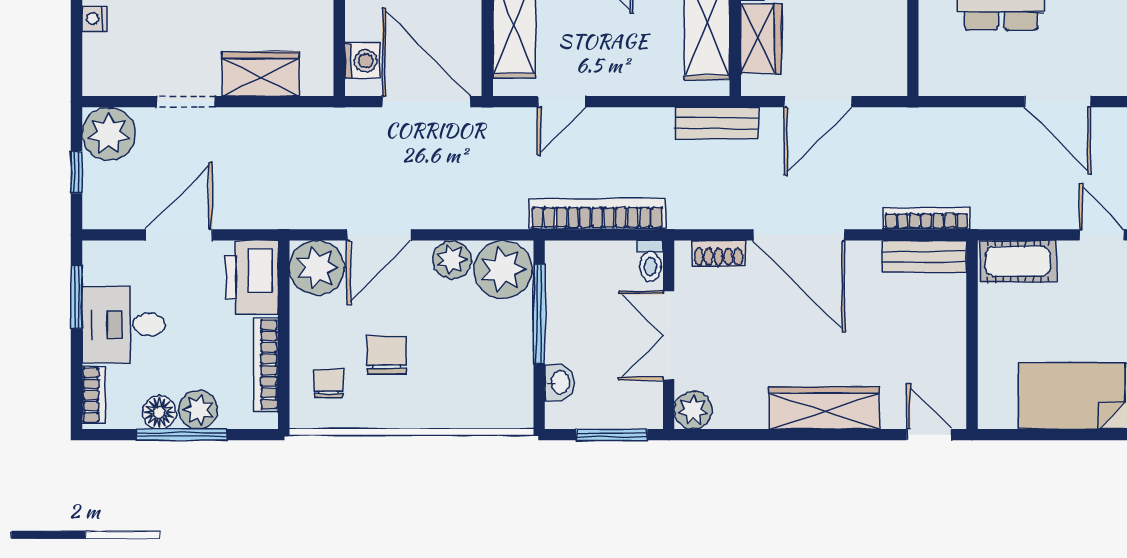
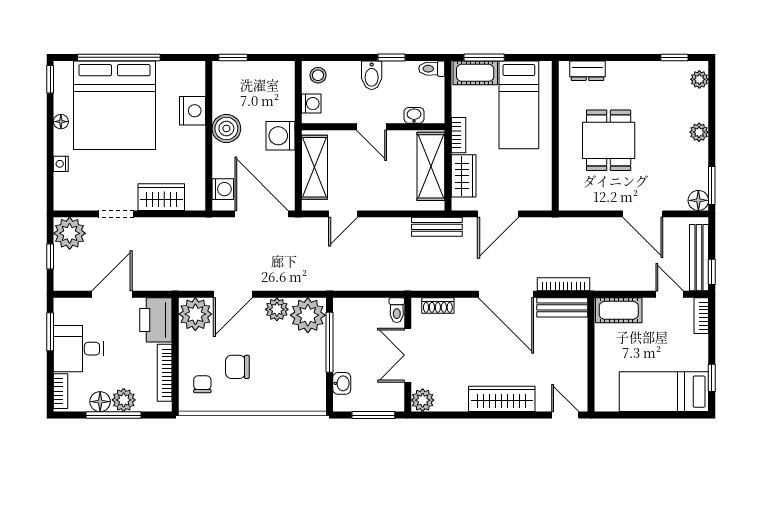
bookcase: (597, 214) -> (365, 282), removed
door: (799, 235) -> (506, 294), moved
chair: (387, 355) -> (237, 367), turned -90

